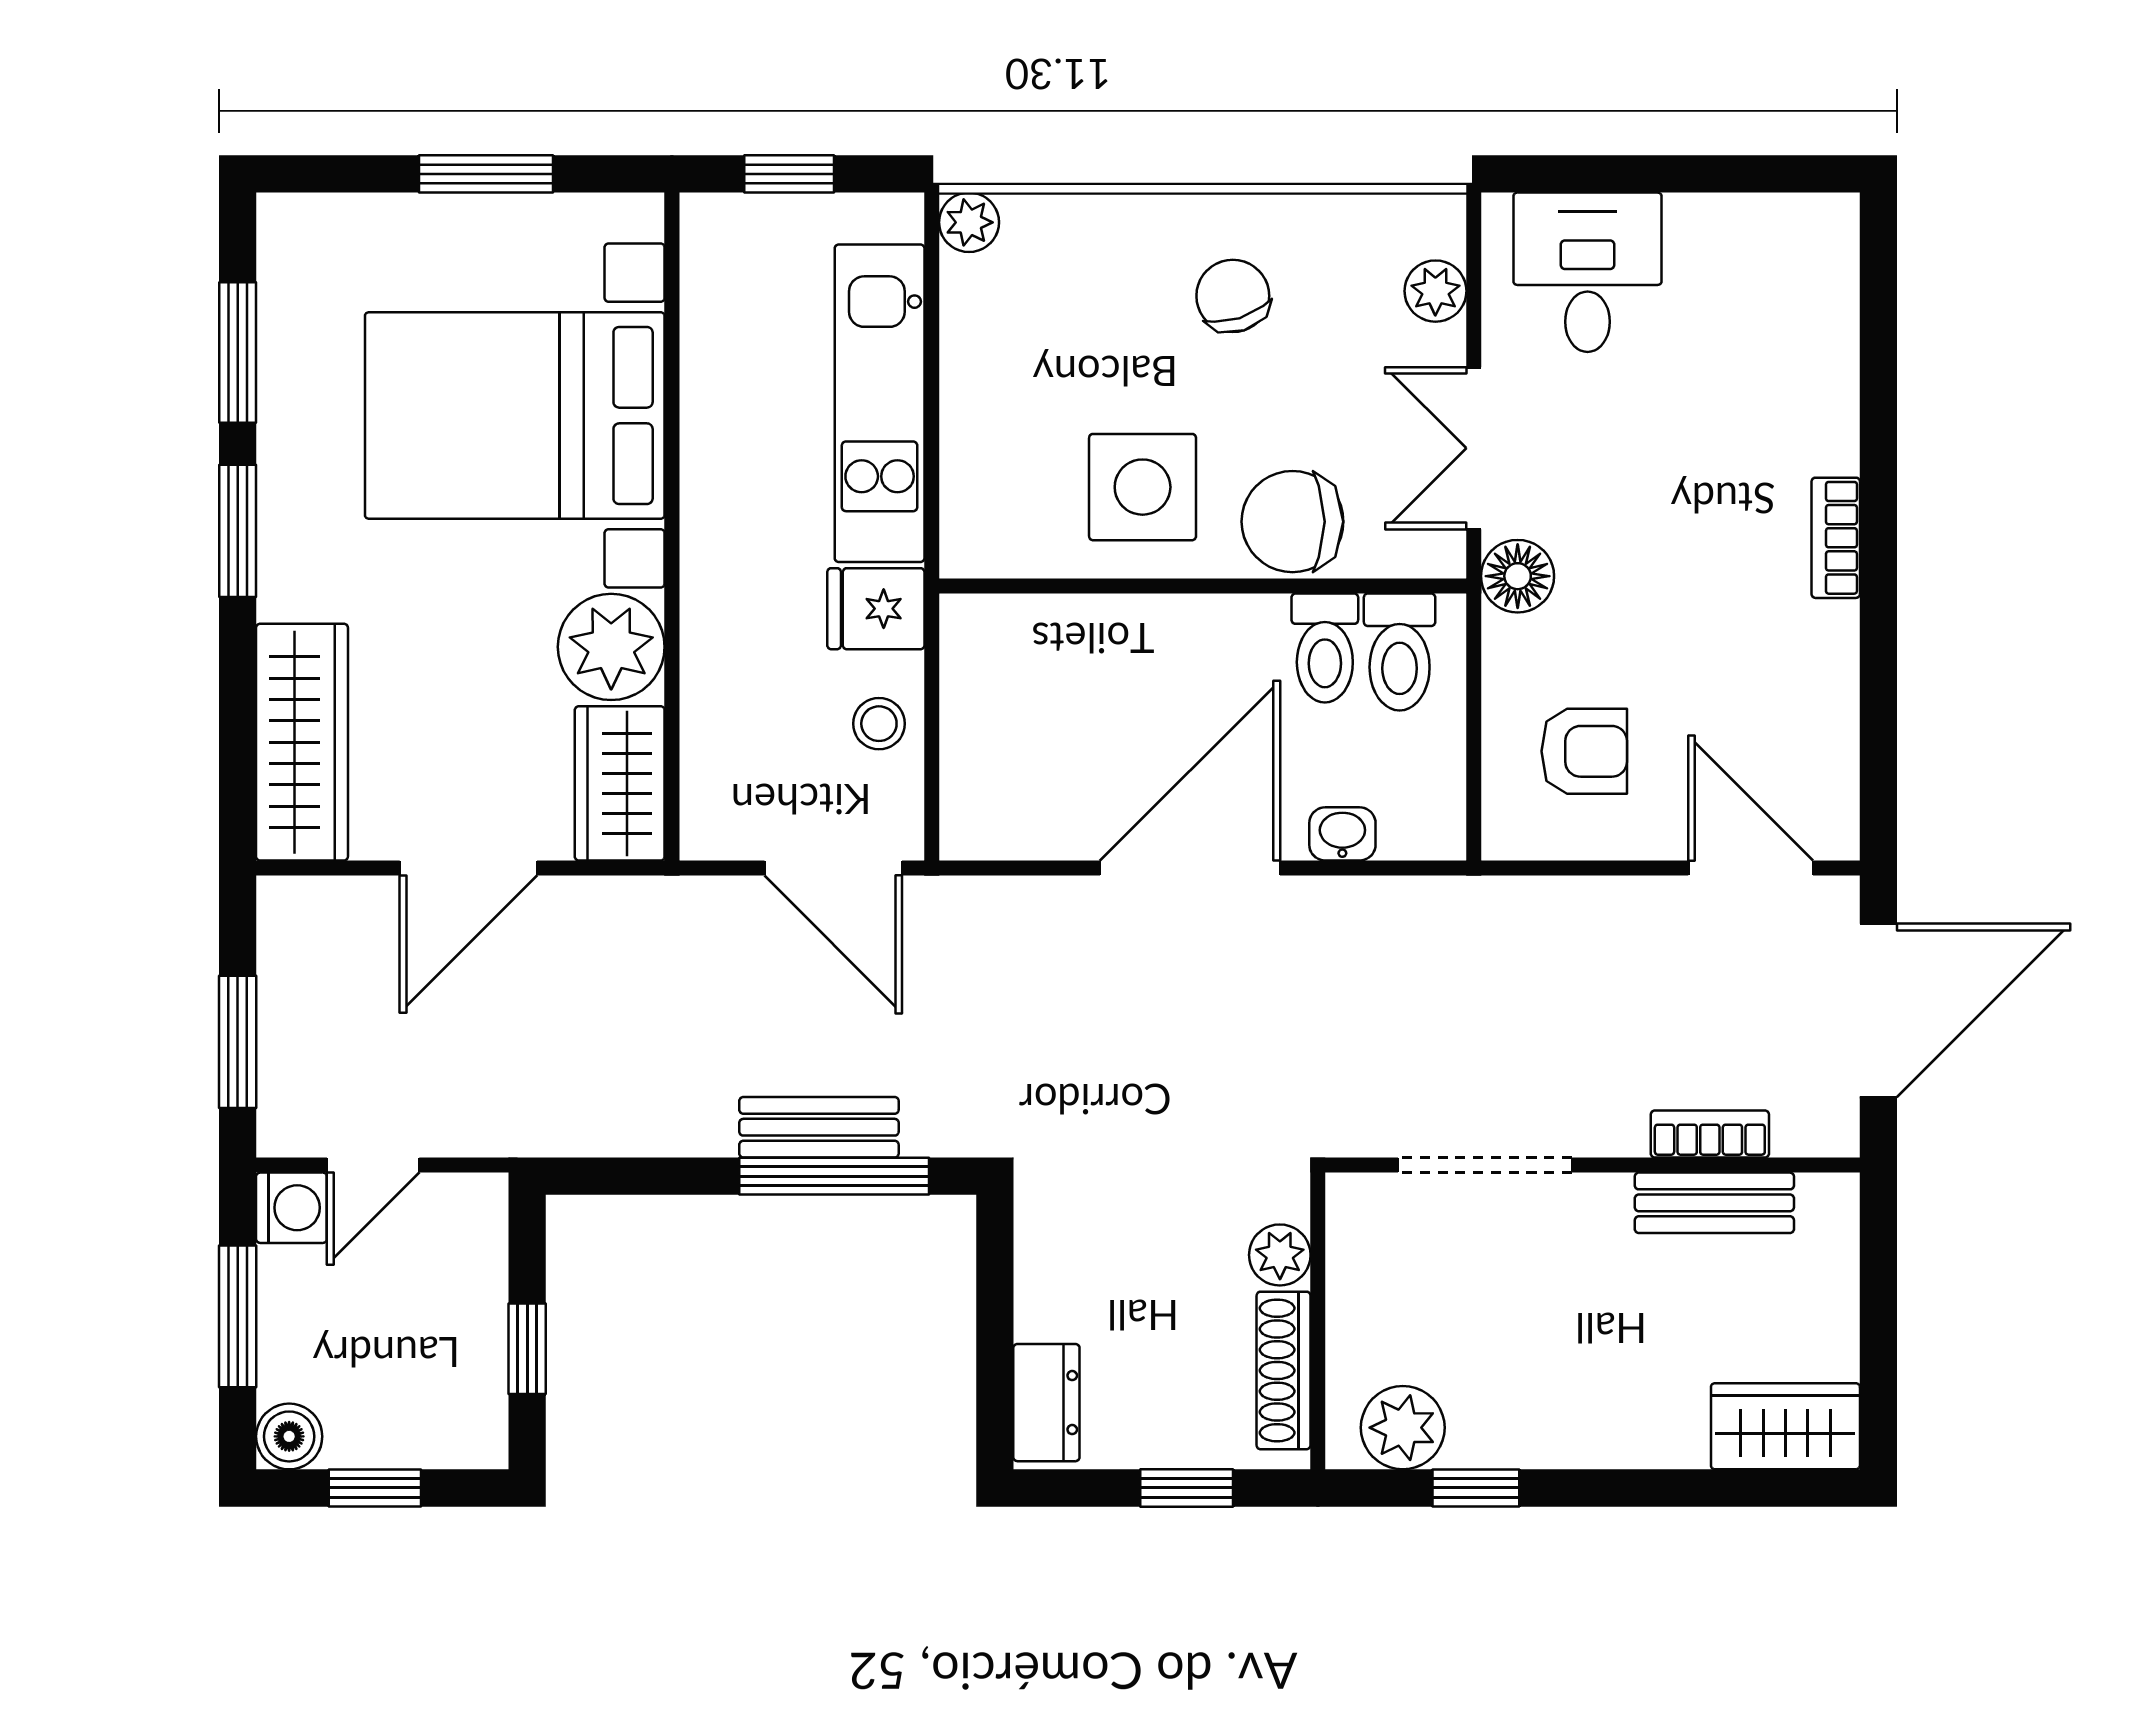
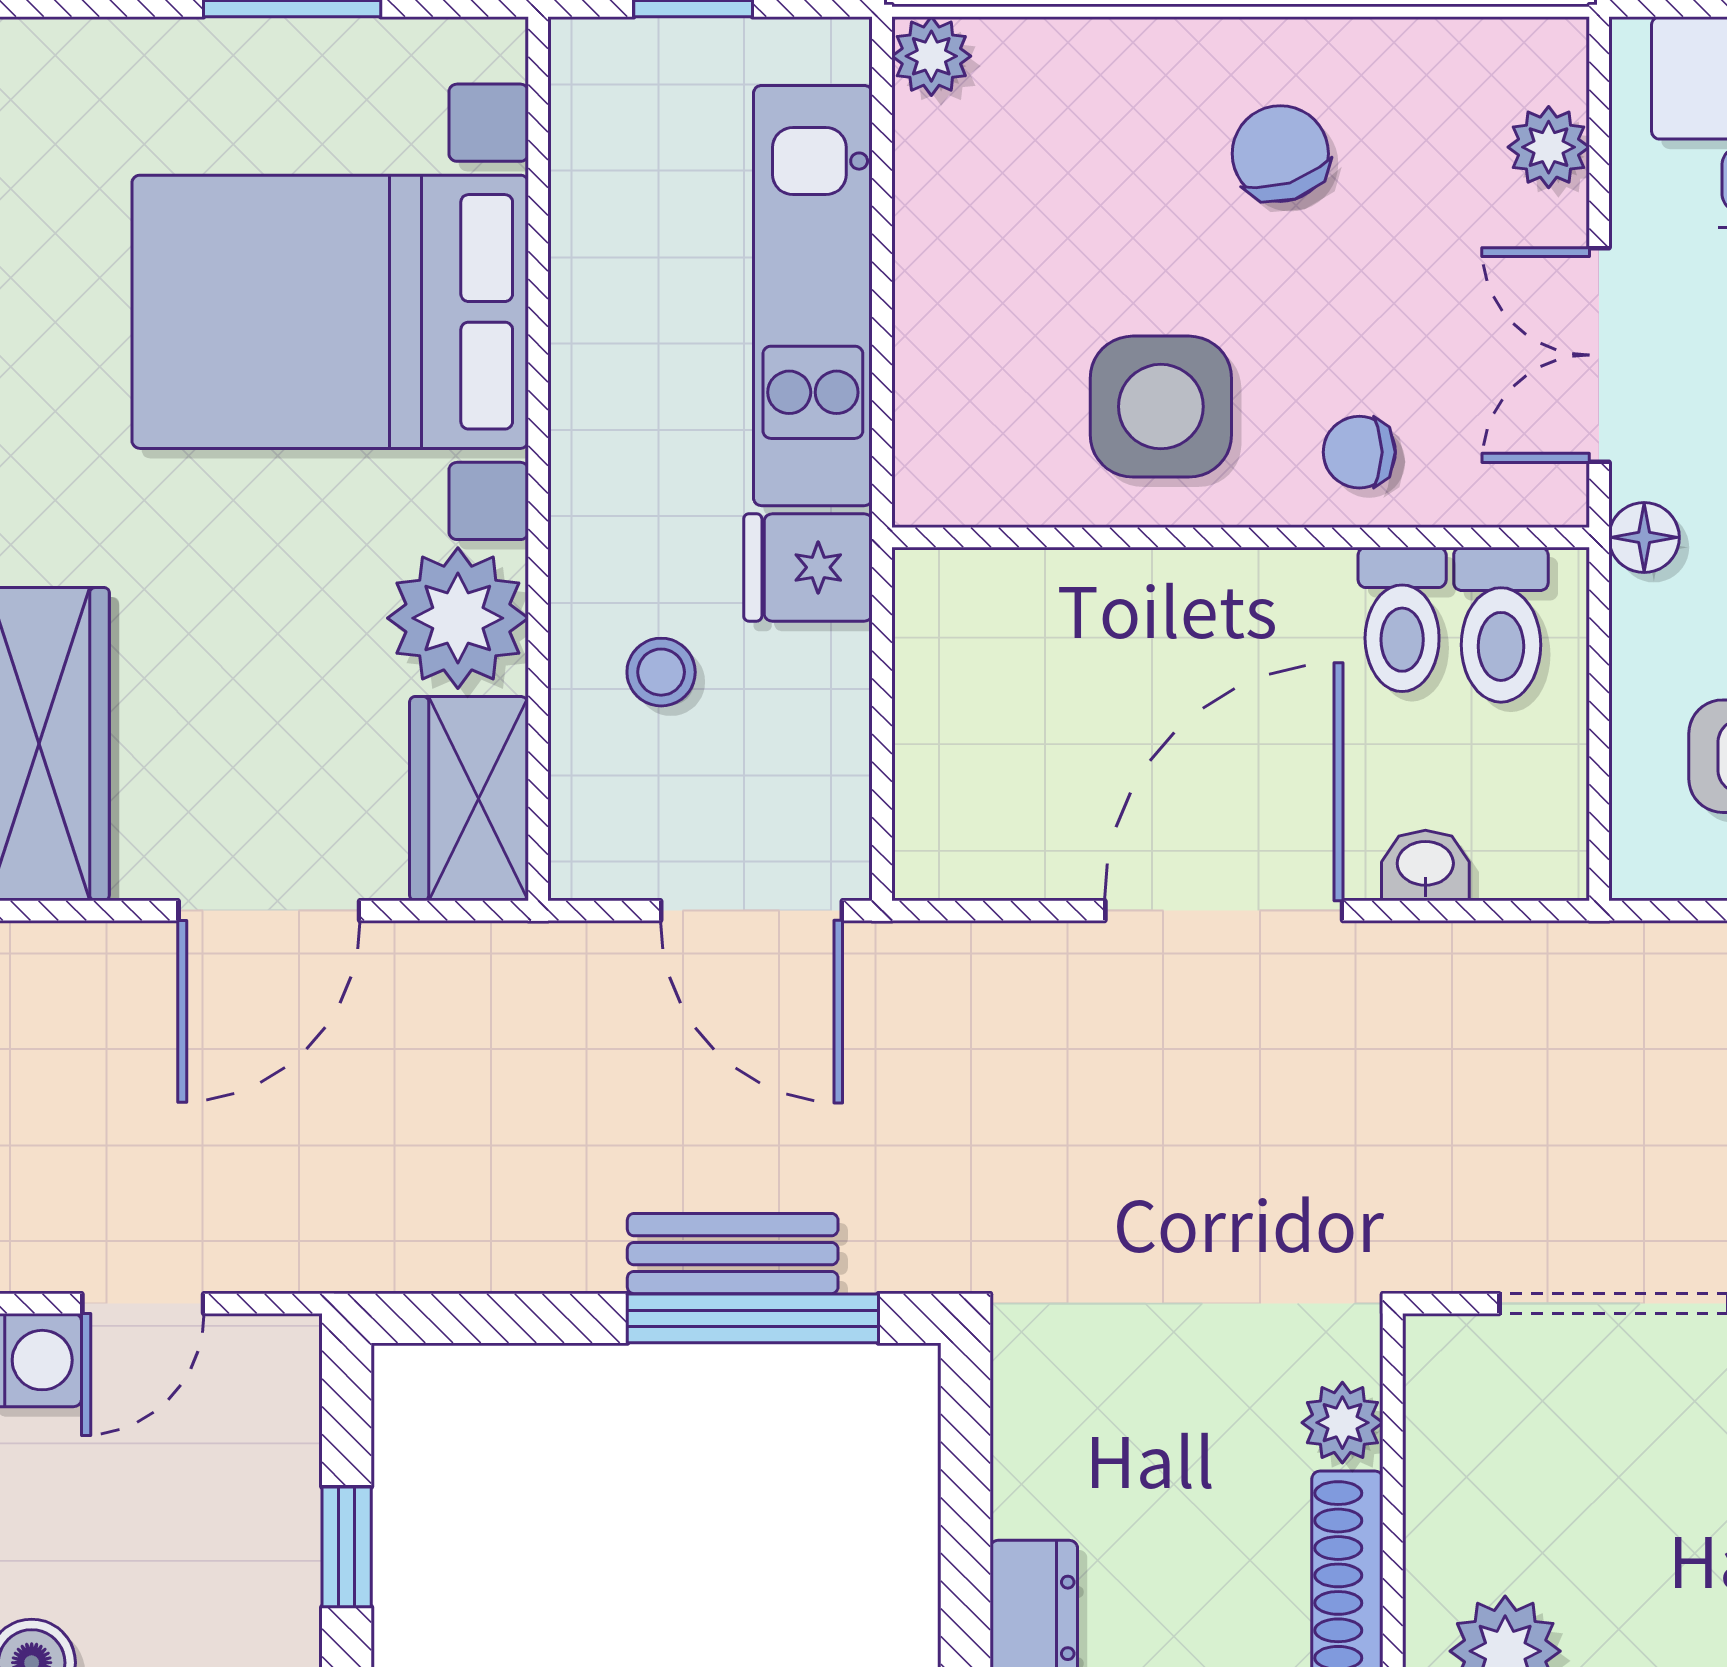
chair: (1292, 522) -> (1359, 452), width x0.54, depth x0.54
floor lamp: (1518, 576) -> (1644, 537), width x0.73, depth x0.73
stool: (879, 724) -> (661, 672), moved

